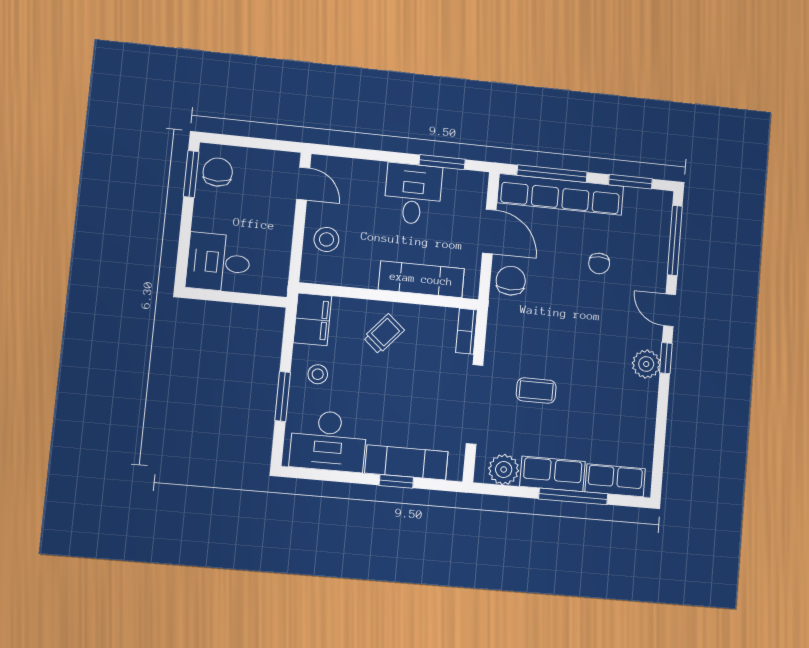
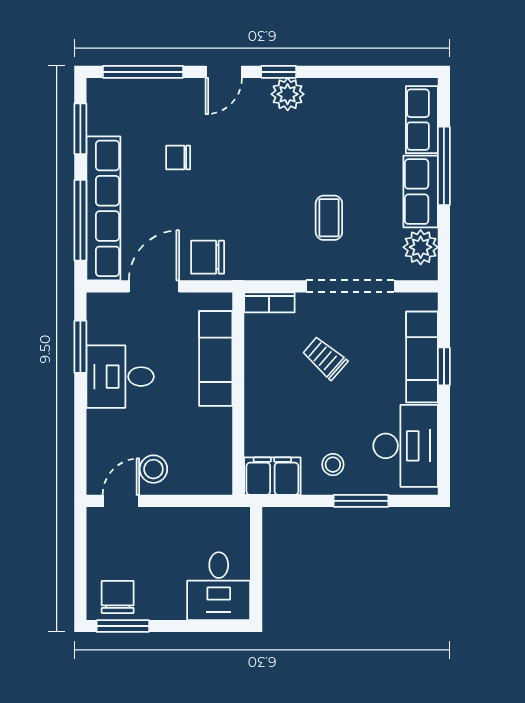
chair: (218, 172) -> (118, 597), turned 90
stool: (326, 239) -> (153, 469), moved
chair: (599, 263) -> (178, 158), turned 180
trolley: (384, 334) -> (325, 358), moved

